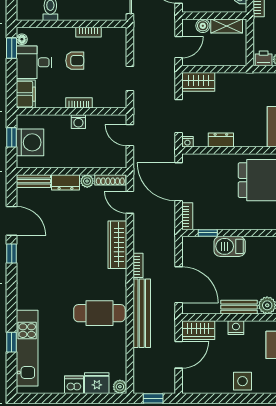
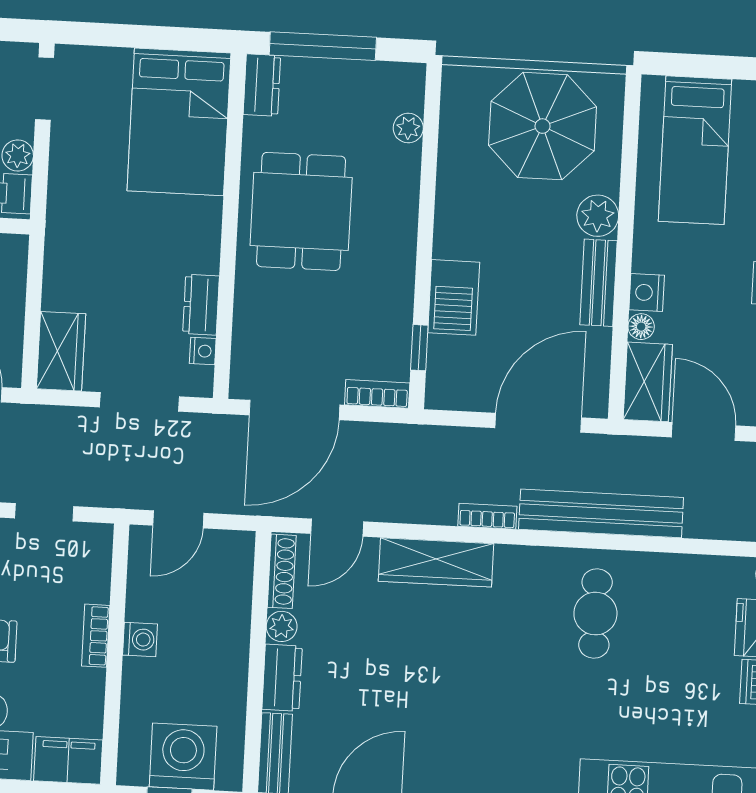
nightstand: (187, 142) -> (203, 351), moved
cafe table: (99, 313) -> (595, 614), width x0.73, depth x0.74
floor lamp: (221, 326) -> (641, 327), added

